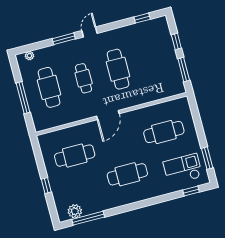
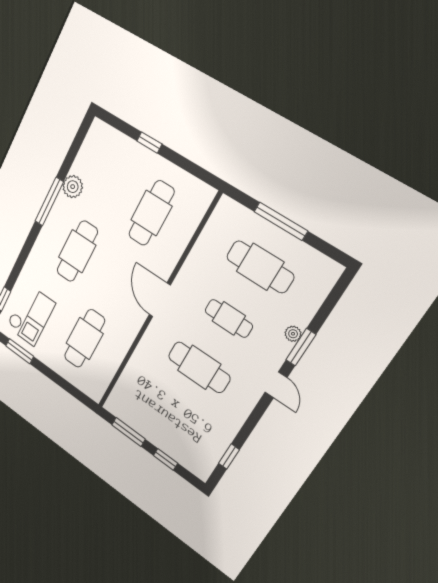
plant: (29, 56) -> (293, 334), moved
plant: (75, 211) -> (73, 187), moved
window: (88, 218) -> (49, 202), moved

